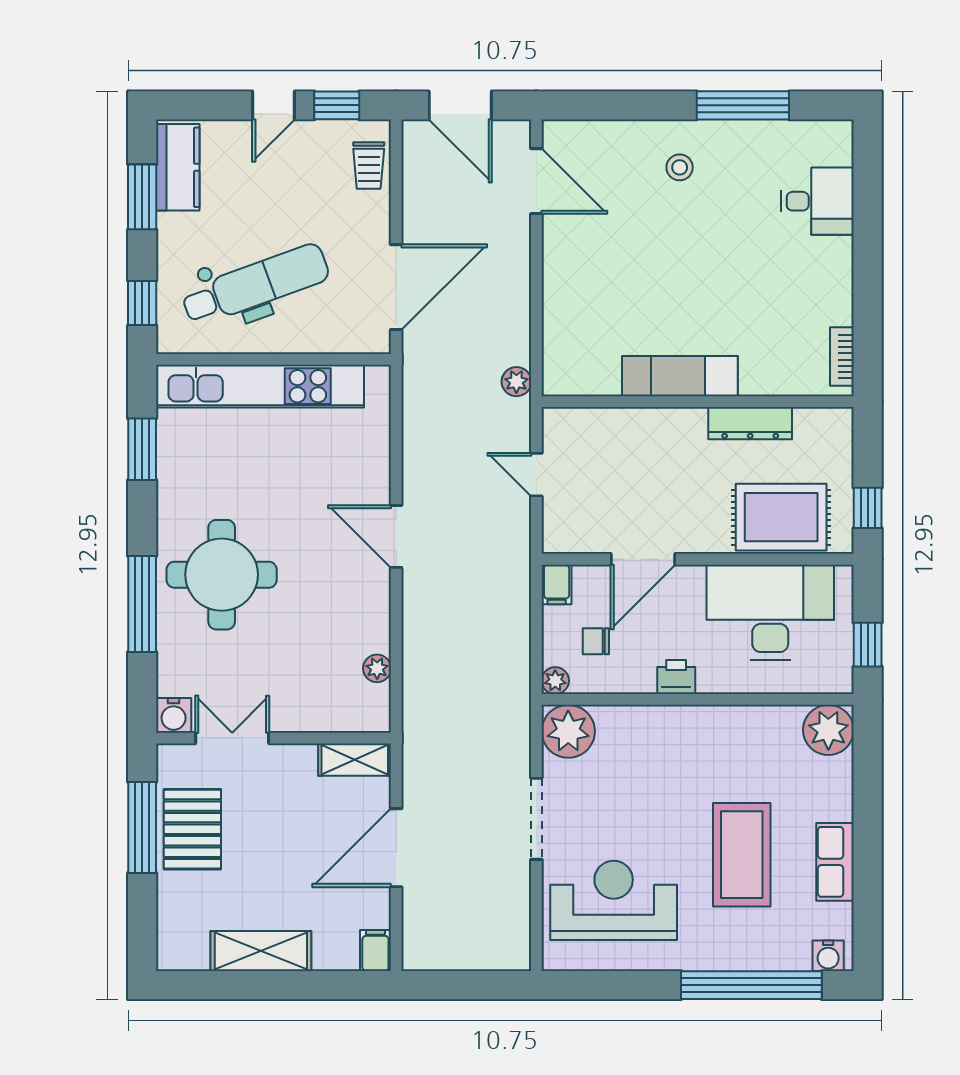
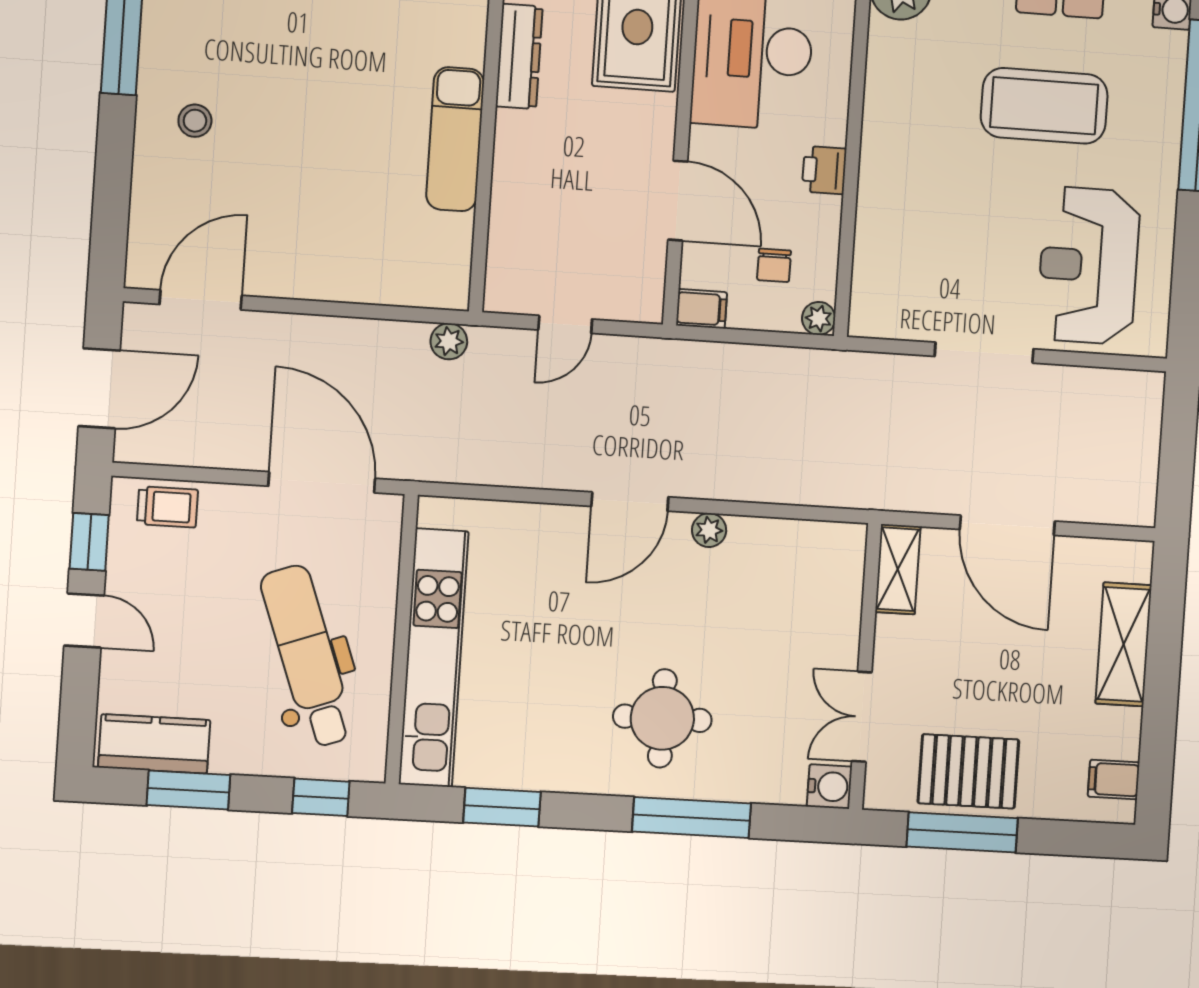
round table: (222, 575) -> (662, 718), width x0.73, depth x0.73
plant: (377, 668) -> (709, 530), moved
plant: (568, 731) -> (881, 307), removed
filing cabinet: (375, 950) -> (1114, 779), moved
shelving: (261, 951) -> (1124, 644), moved

